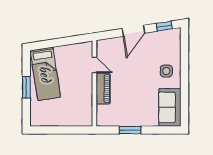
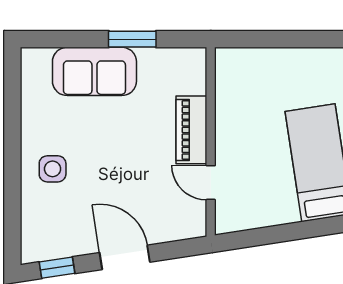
door: (133, 31) -> (125, 257), hinge flipped
sofa: (170, 107) -> (94, 71), moved, turned 90

